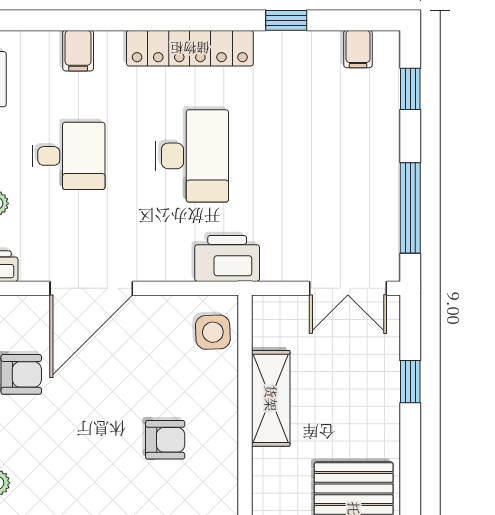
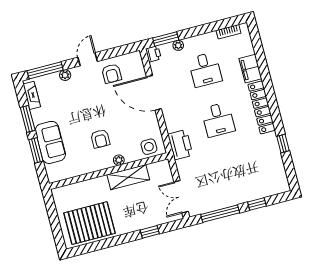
filing cabinet: (358, 49) -> (279, 176), removed
filing cabinet: (78, 51) -> (250, 69), width x2.00
window: (410, 89) -> (257, 204), moved
desk: (192, 156) -> (218, 120), width x0.73
plant: (226, 410) -> (119, 160), added

